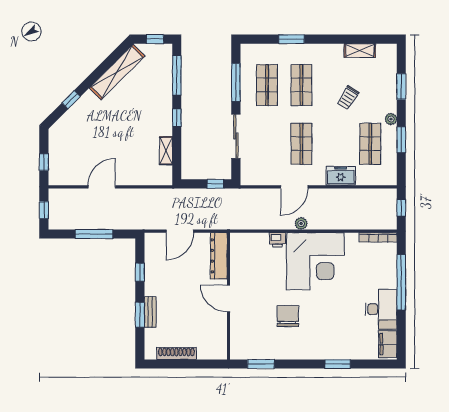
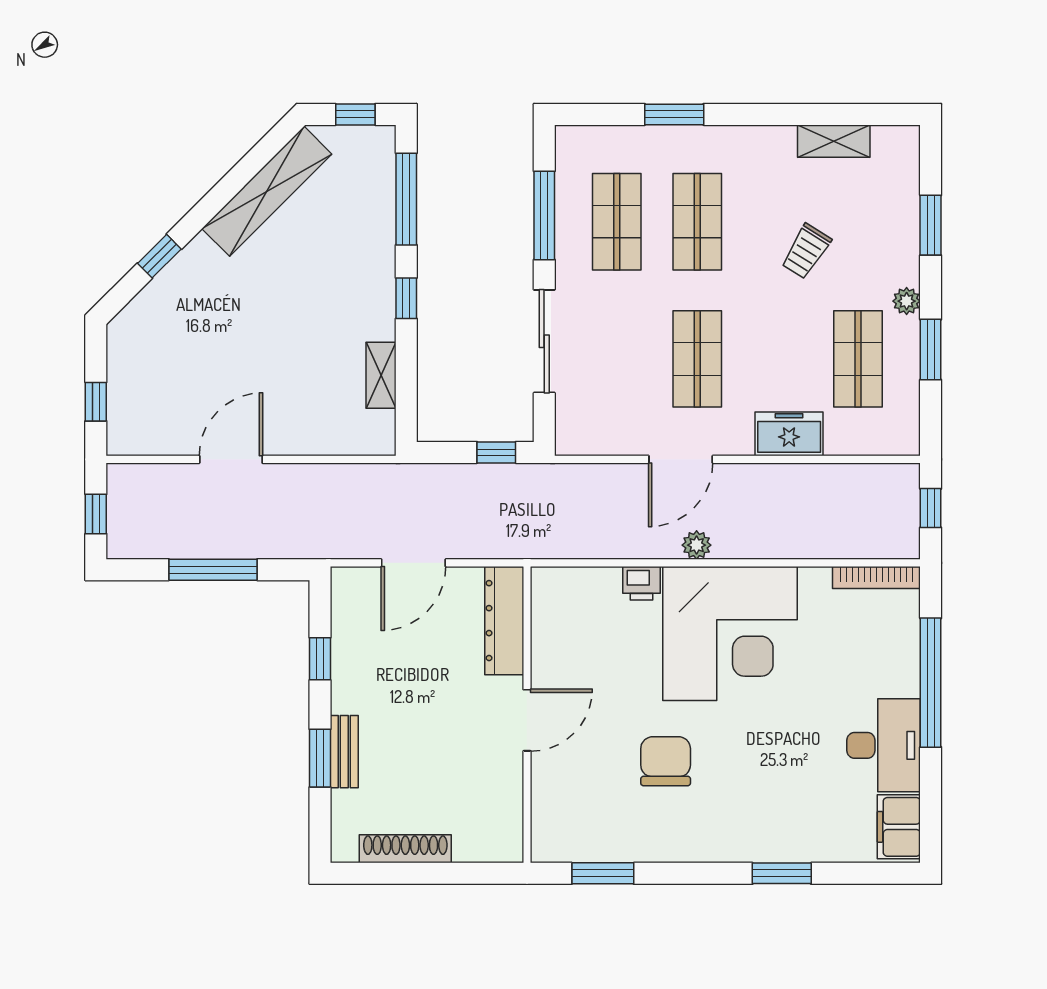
door: (229, 298) -> (527, 720), swing flipped

